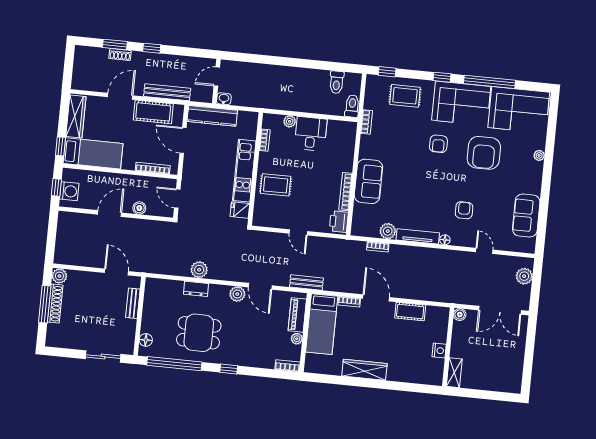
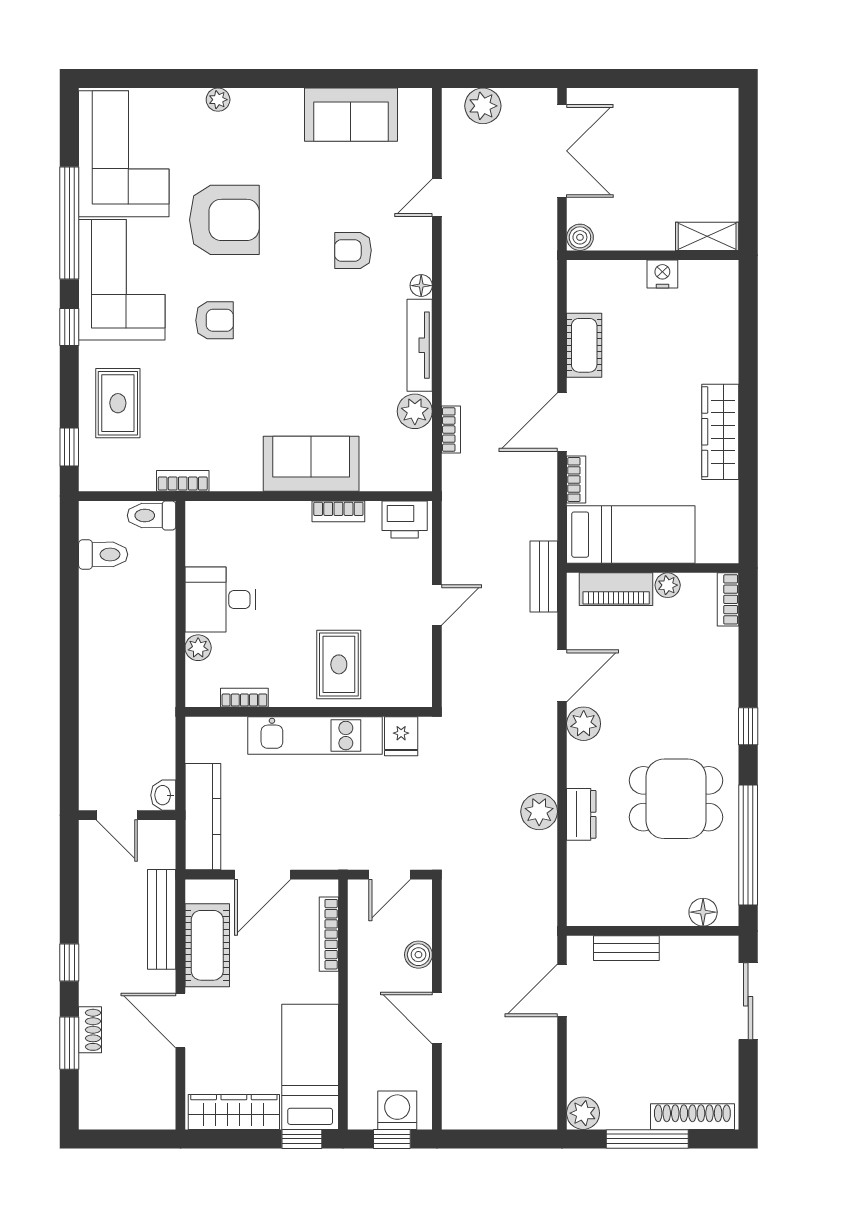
bookcase: (346, 192) -> (338, 511), width x0.64
shoe rack: (55, 304) -> (692, 1117), moved
dining table: (199, 333) -> (676, 799), turned 90

